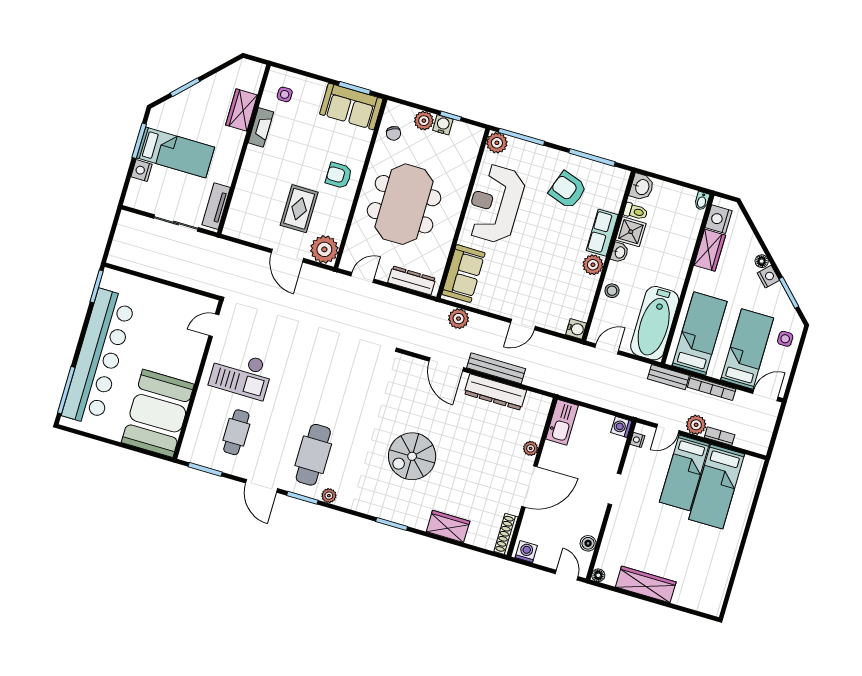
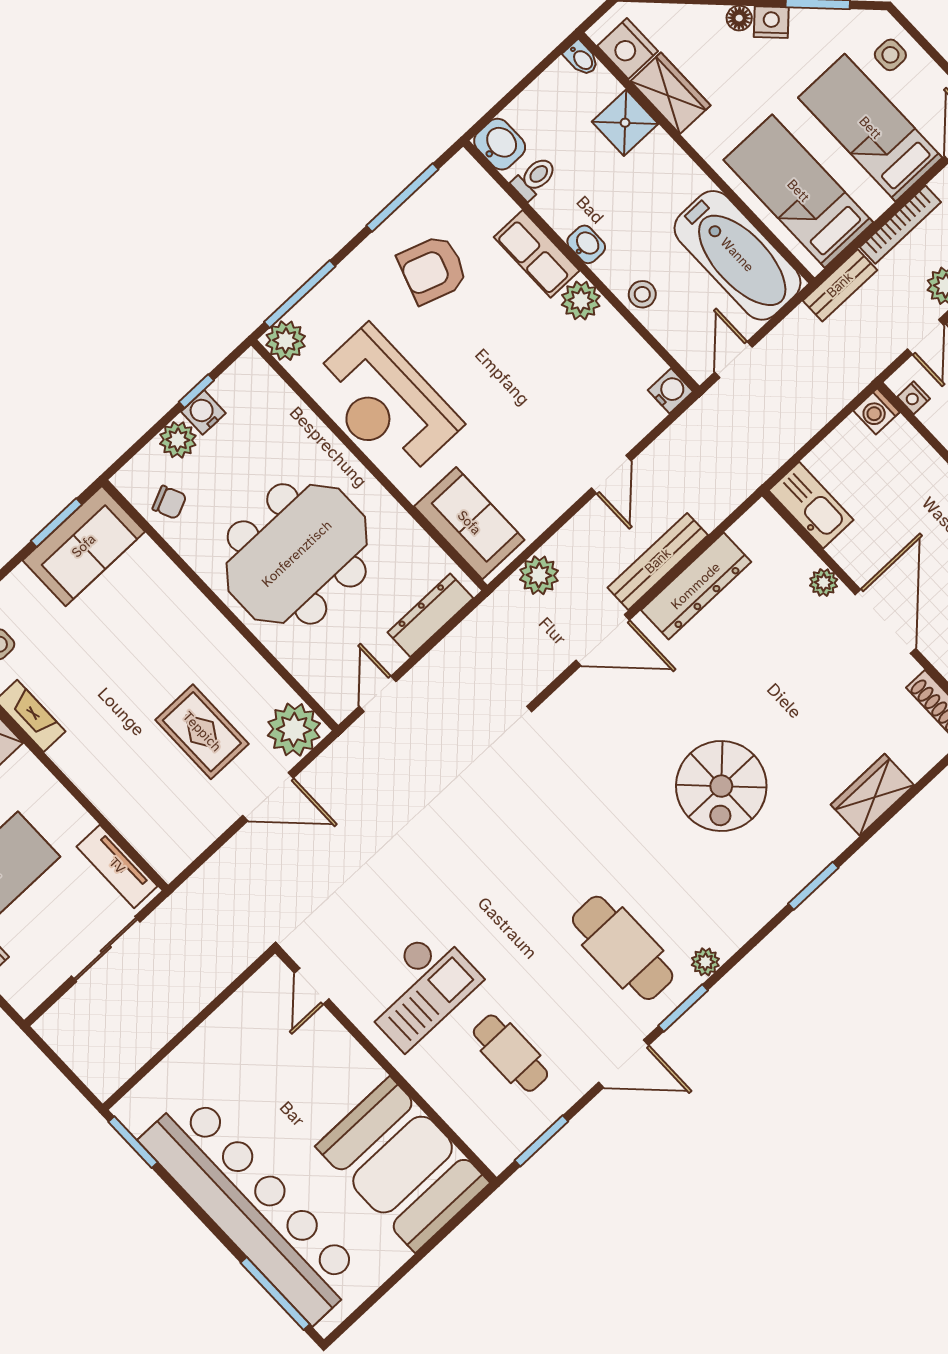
armchair: (339, 175) -> (186, 634), removed
meeting table: (404, 204) -> (297, 554), turned 90
shower: (631, 232) -> (625, 123), moved

